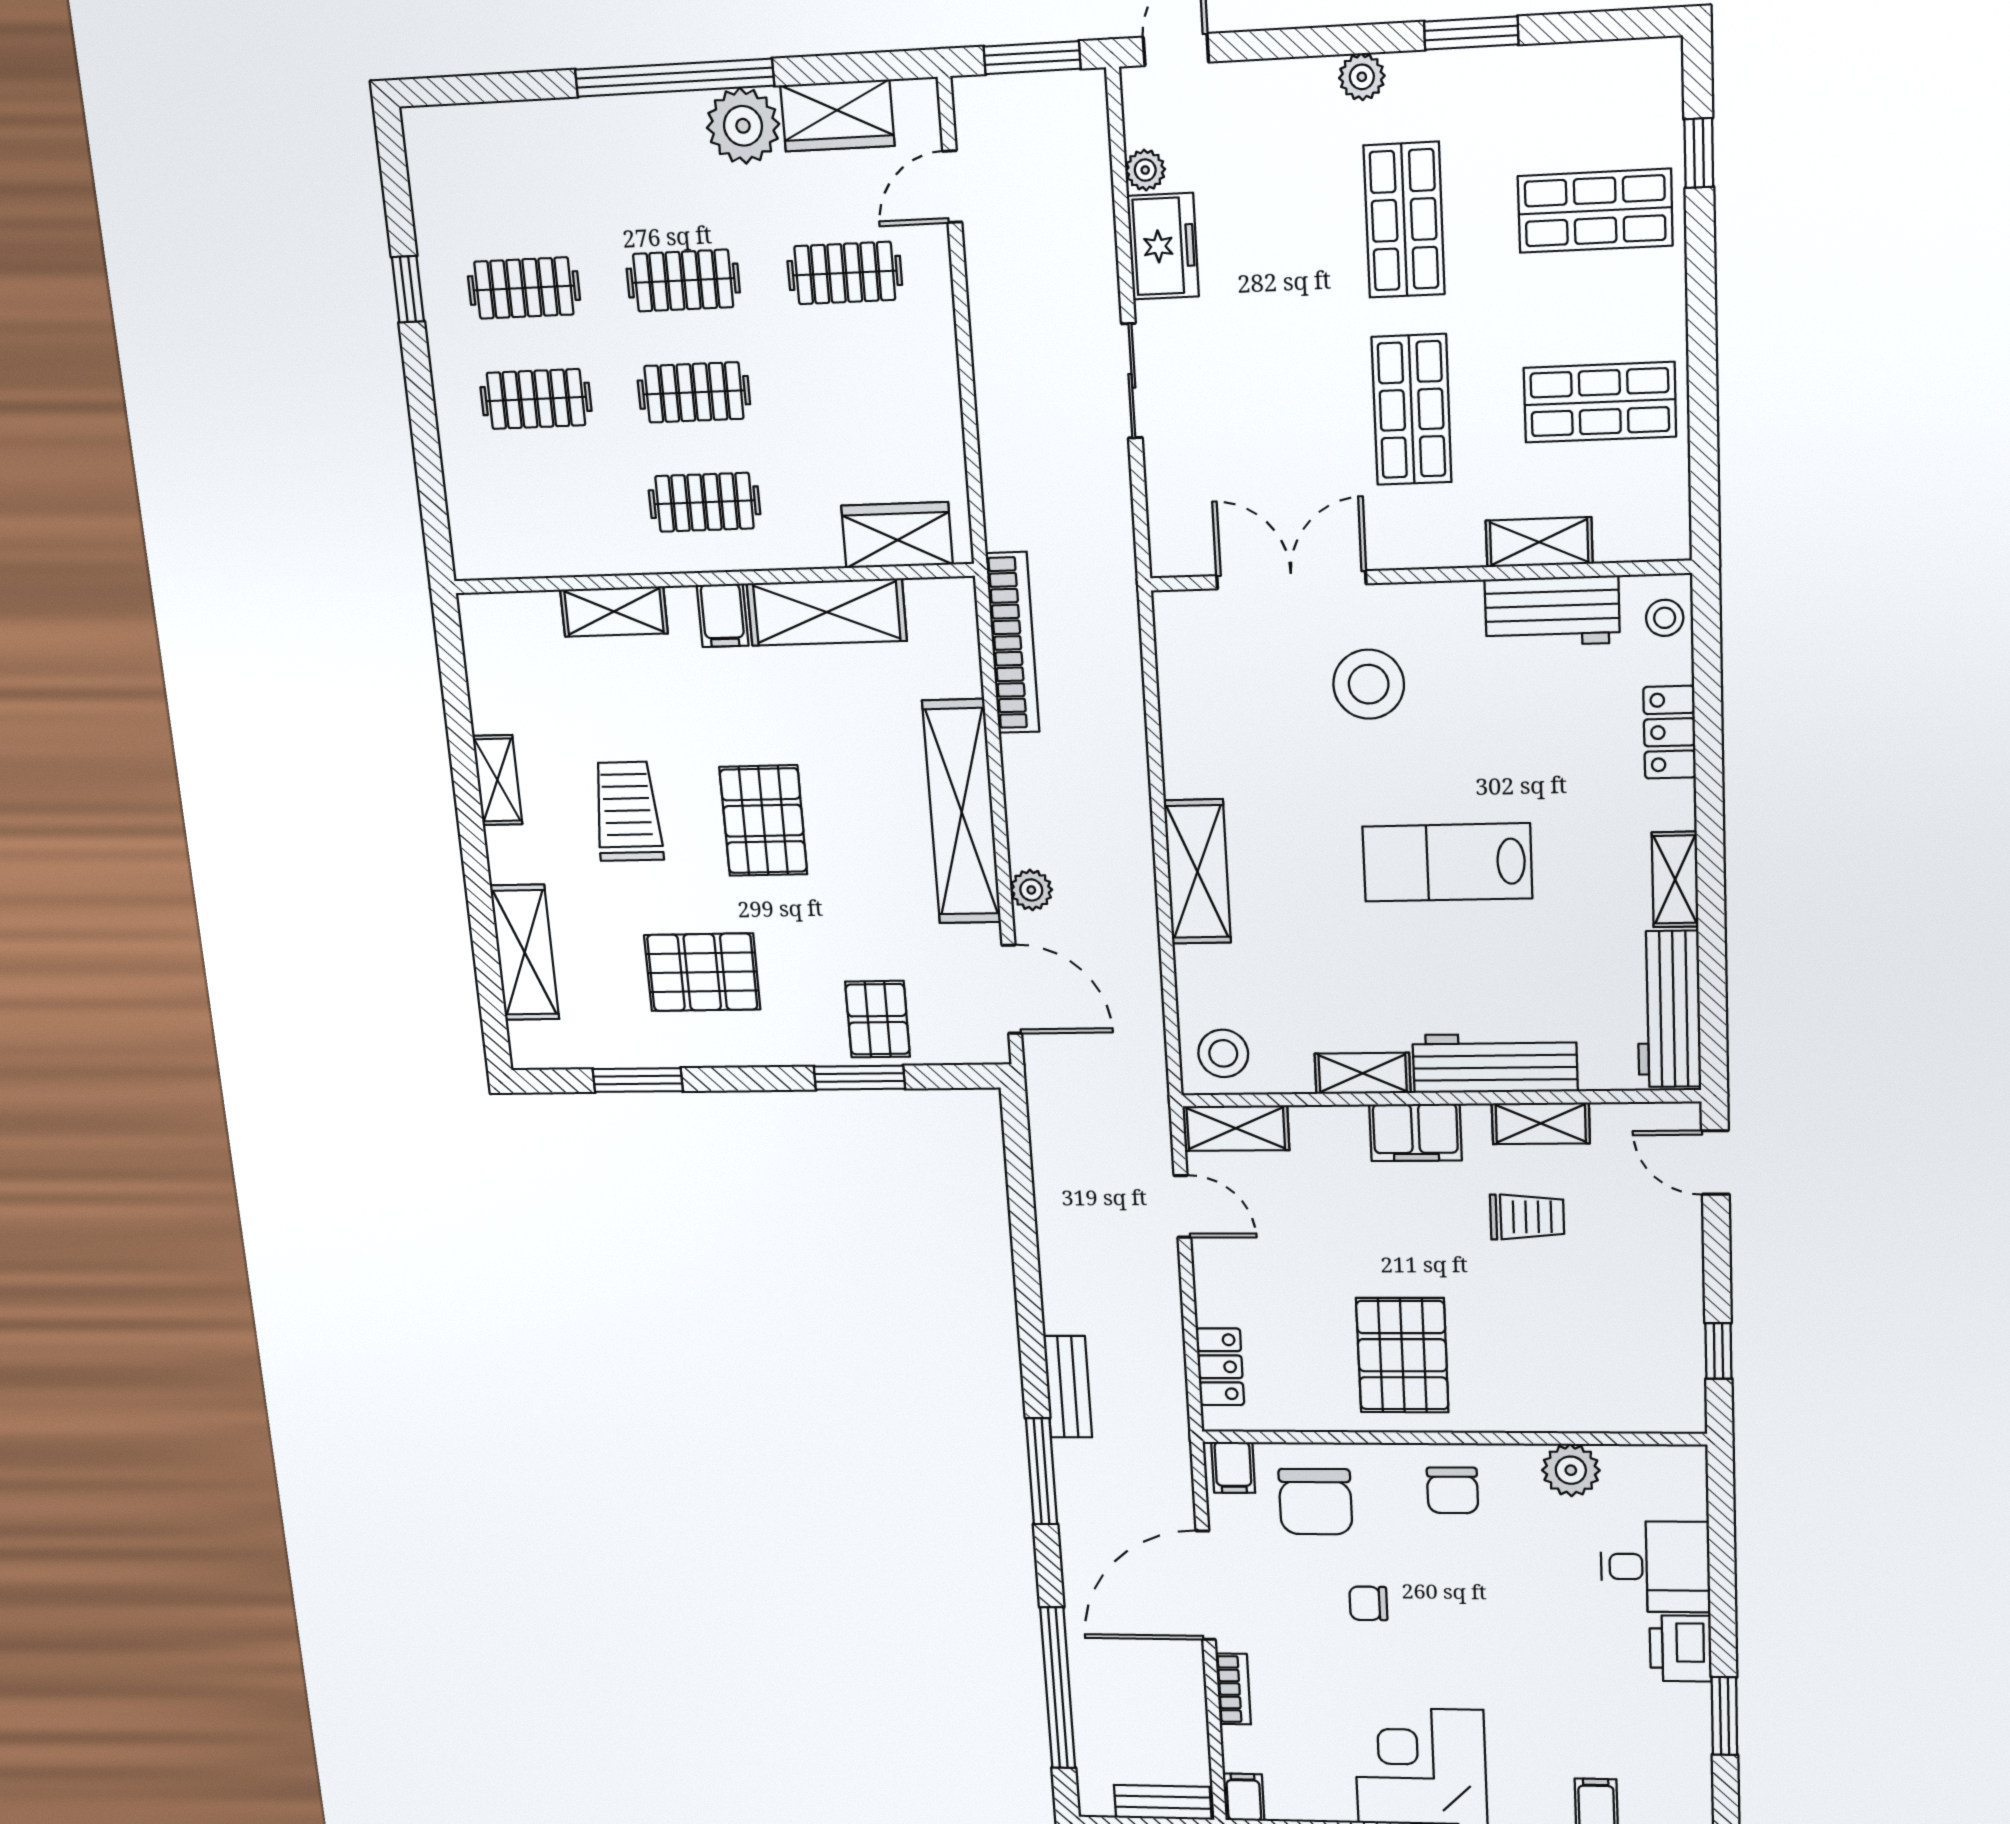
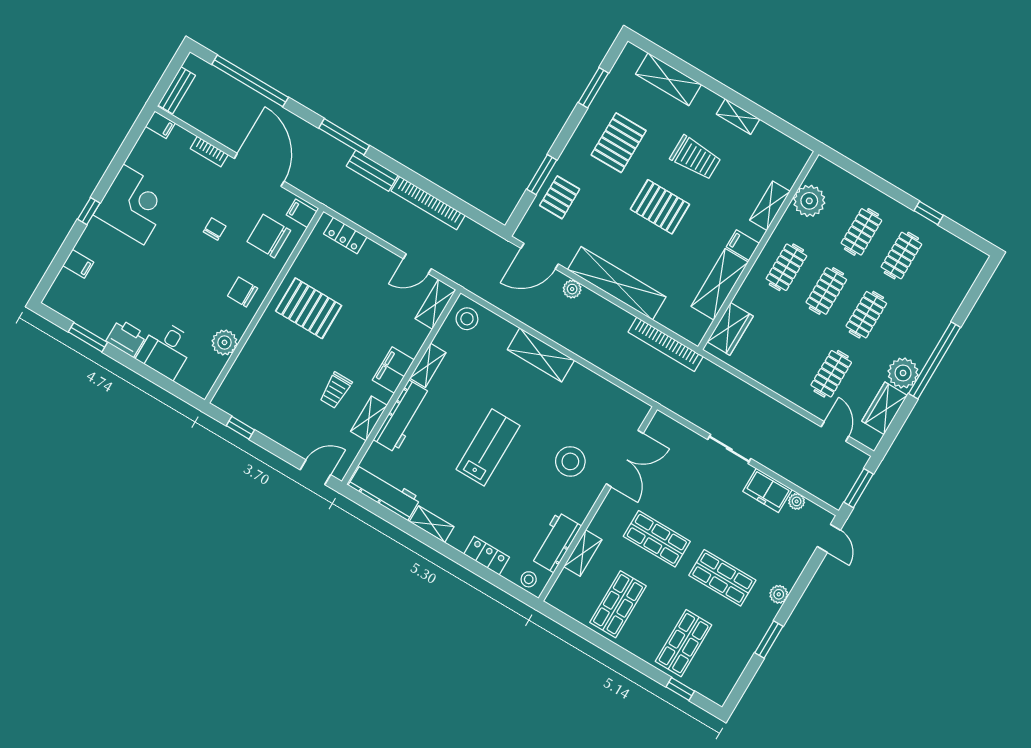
plant: (551, 541) -> (809, 201), added
pallet: (878, 1019) -> (560, 197), turned 90
bookcase: (1056, 1253) -> (428, 203), added

